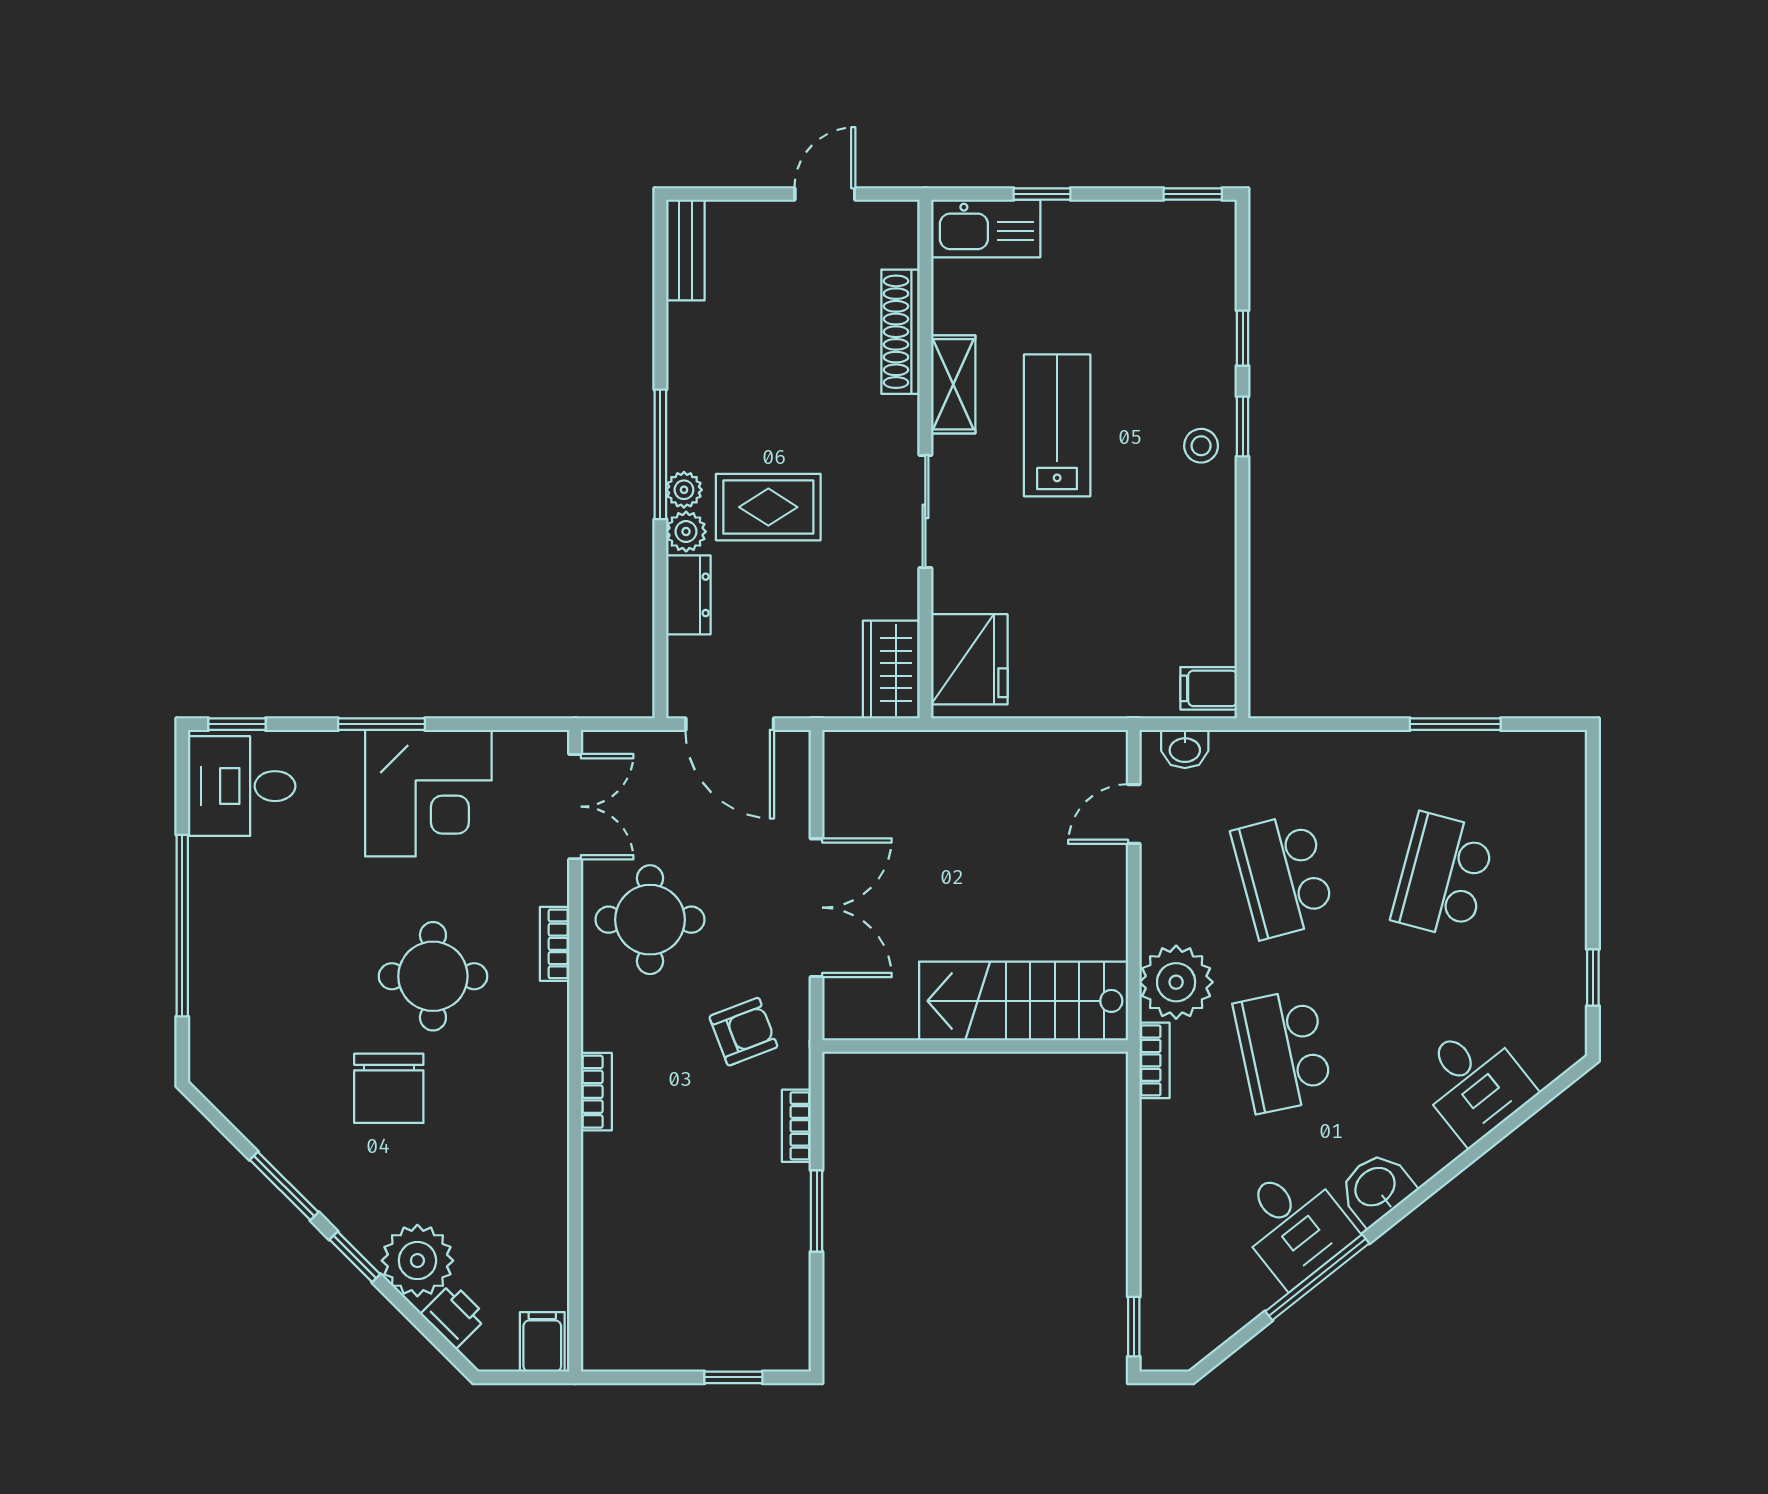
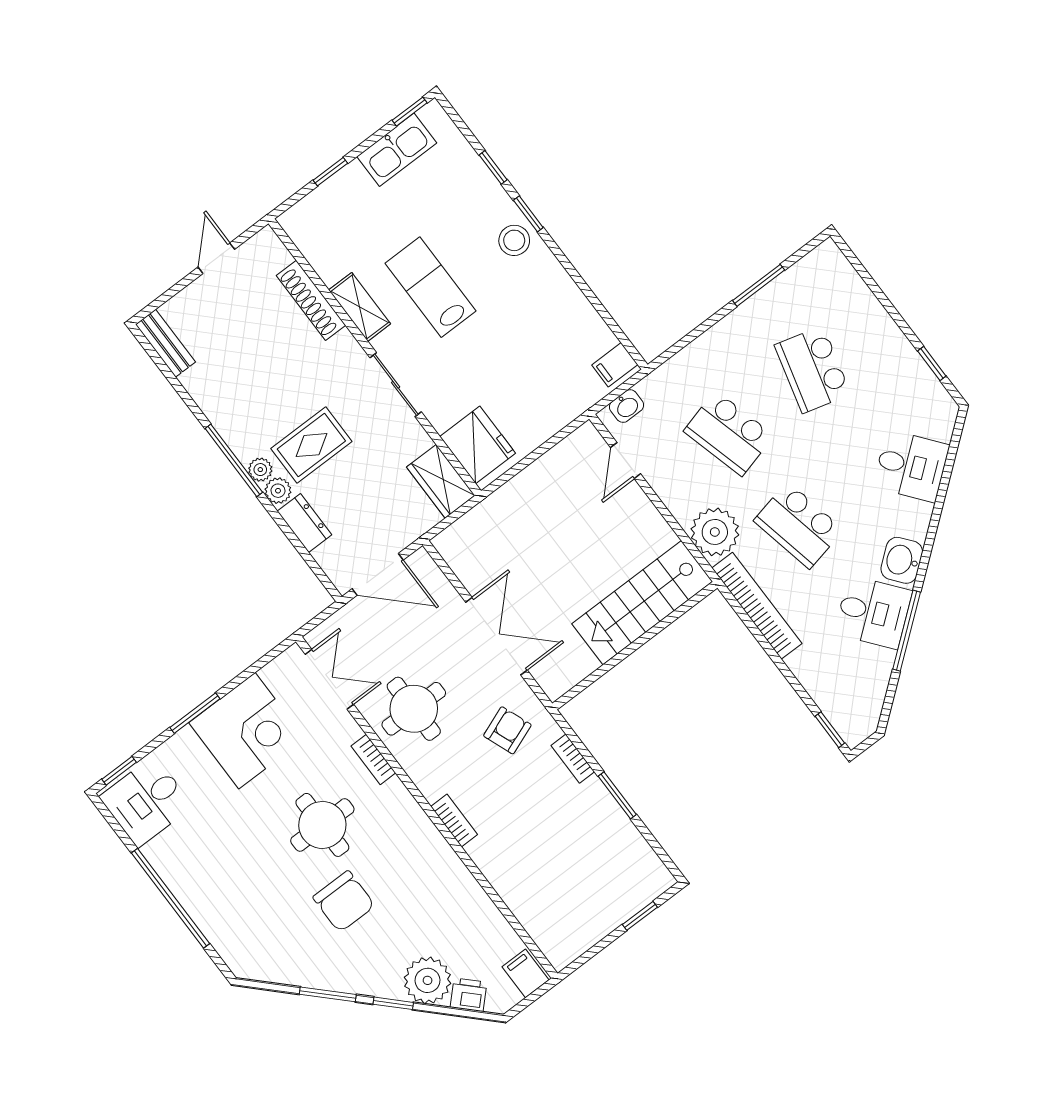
kitchen sink: (986, 228) -> (397, 150), moved
stool: (1201, 446) -> (514, 240), width x1.37, depth x1.37
bookcase: (1154, 1060) -> (757, 606), width x2.31, depth x1.31

